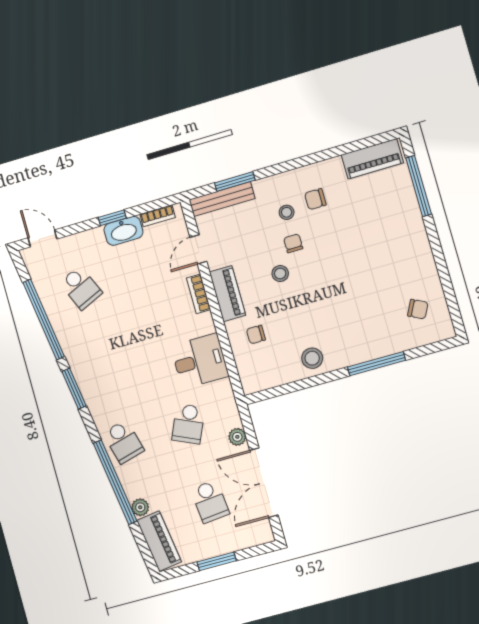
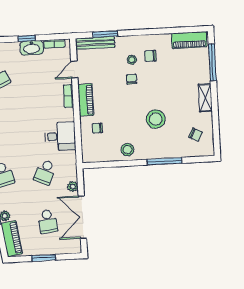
shelving: (420, 246) -> (205, 98), added
stool: (280, 274) -> (156, 119), moved, width x1.89, depth x1.89

